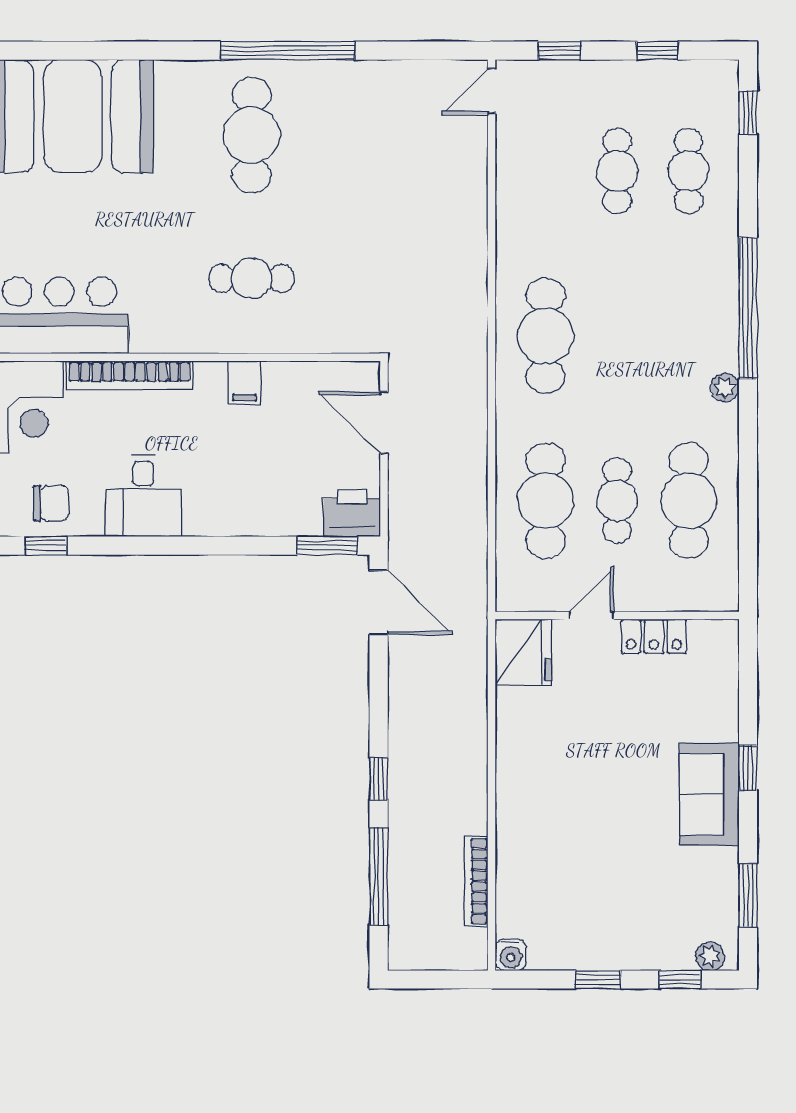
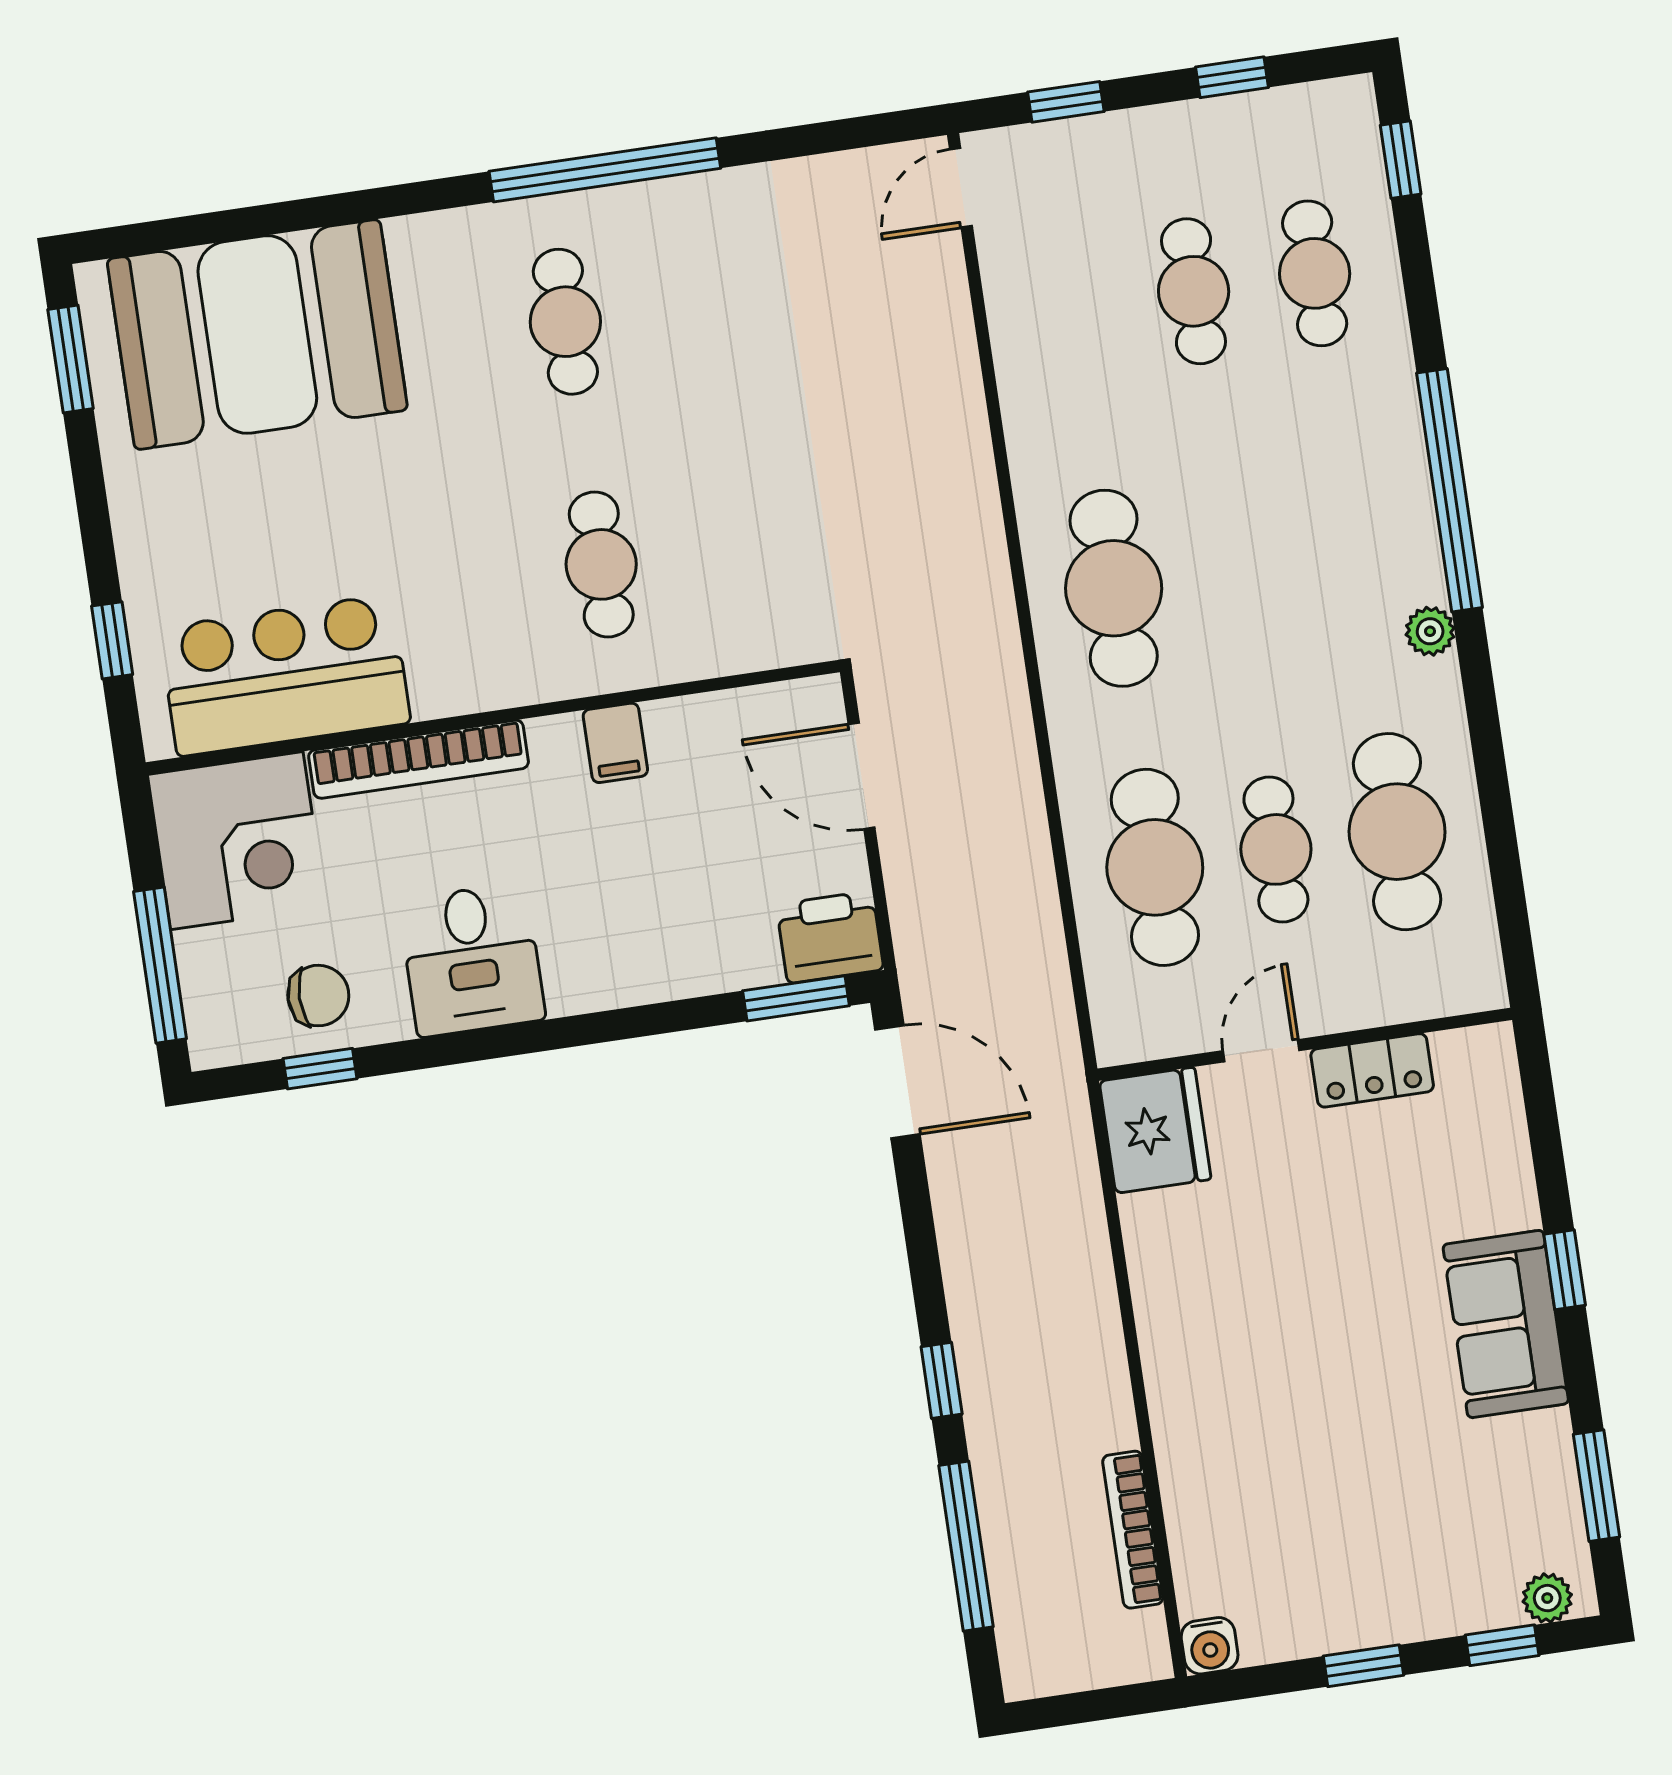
cafe table: (252, 135) -> (565, 322), width x0.73, depth x0.74
cafe table: (252, 278) -> (601, 564), turned 90

